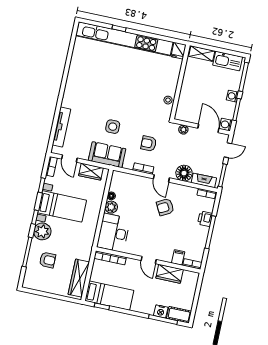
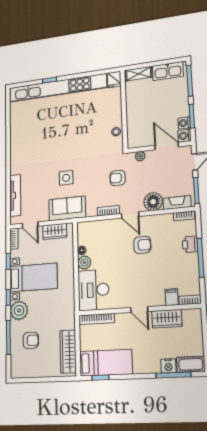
washing machine: (232, 96) -> (184, 123), moved
armchair: (149, 144) -> (118, 178), moved
armchair: (165, 207) -> (142, 245), turned -152

